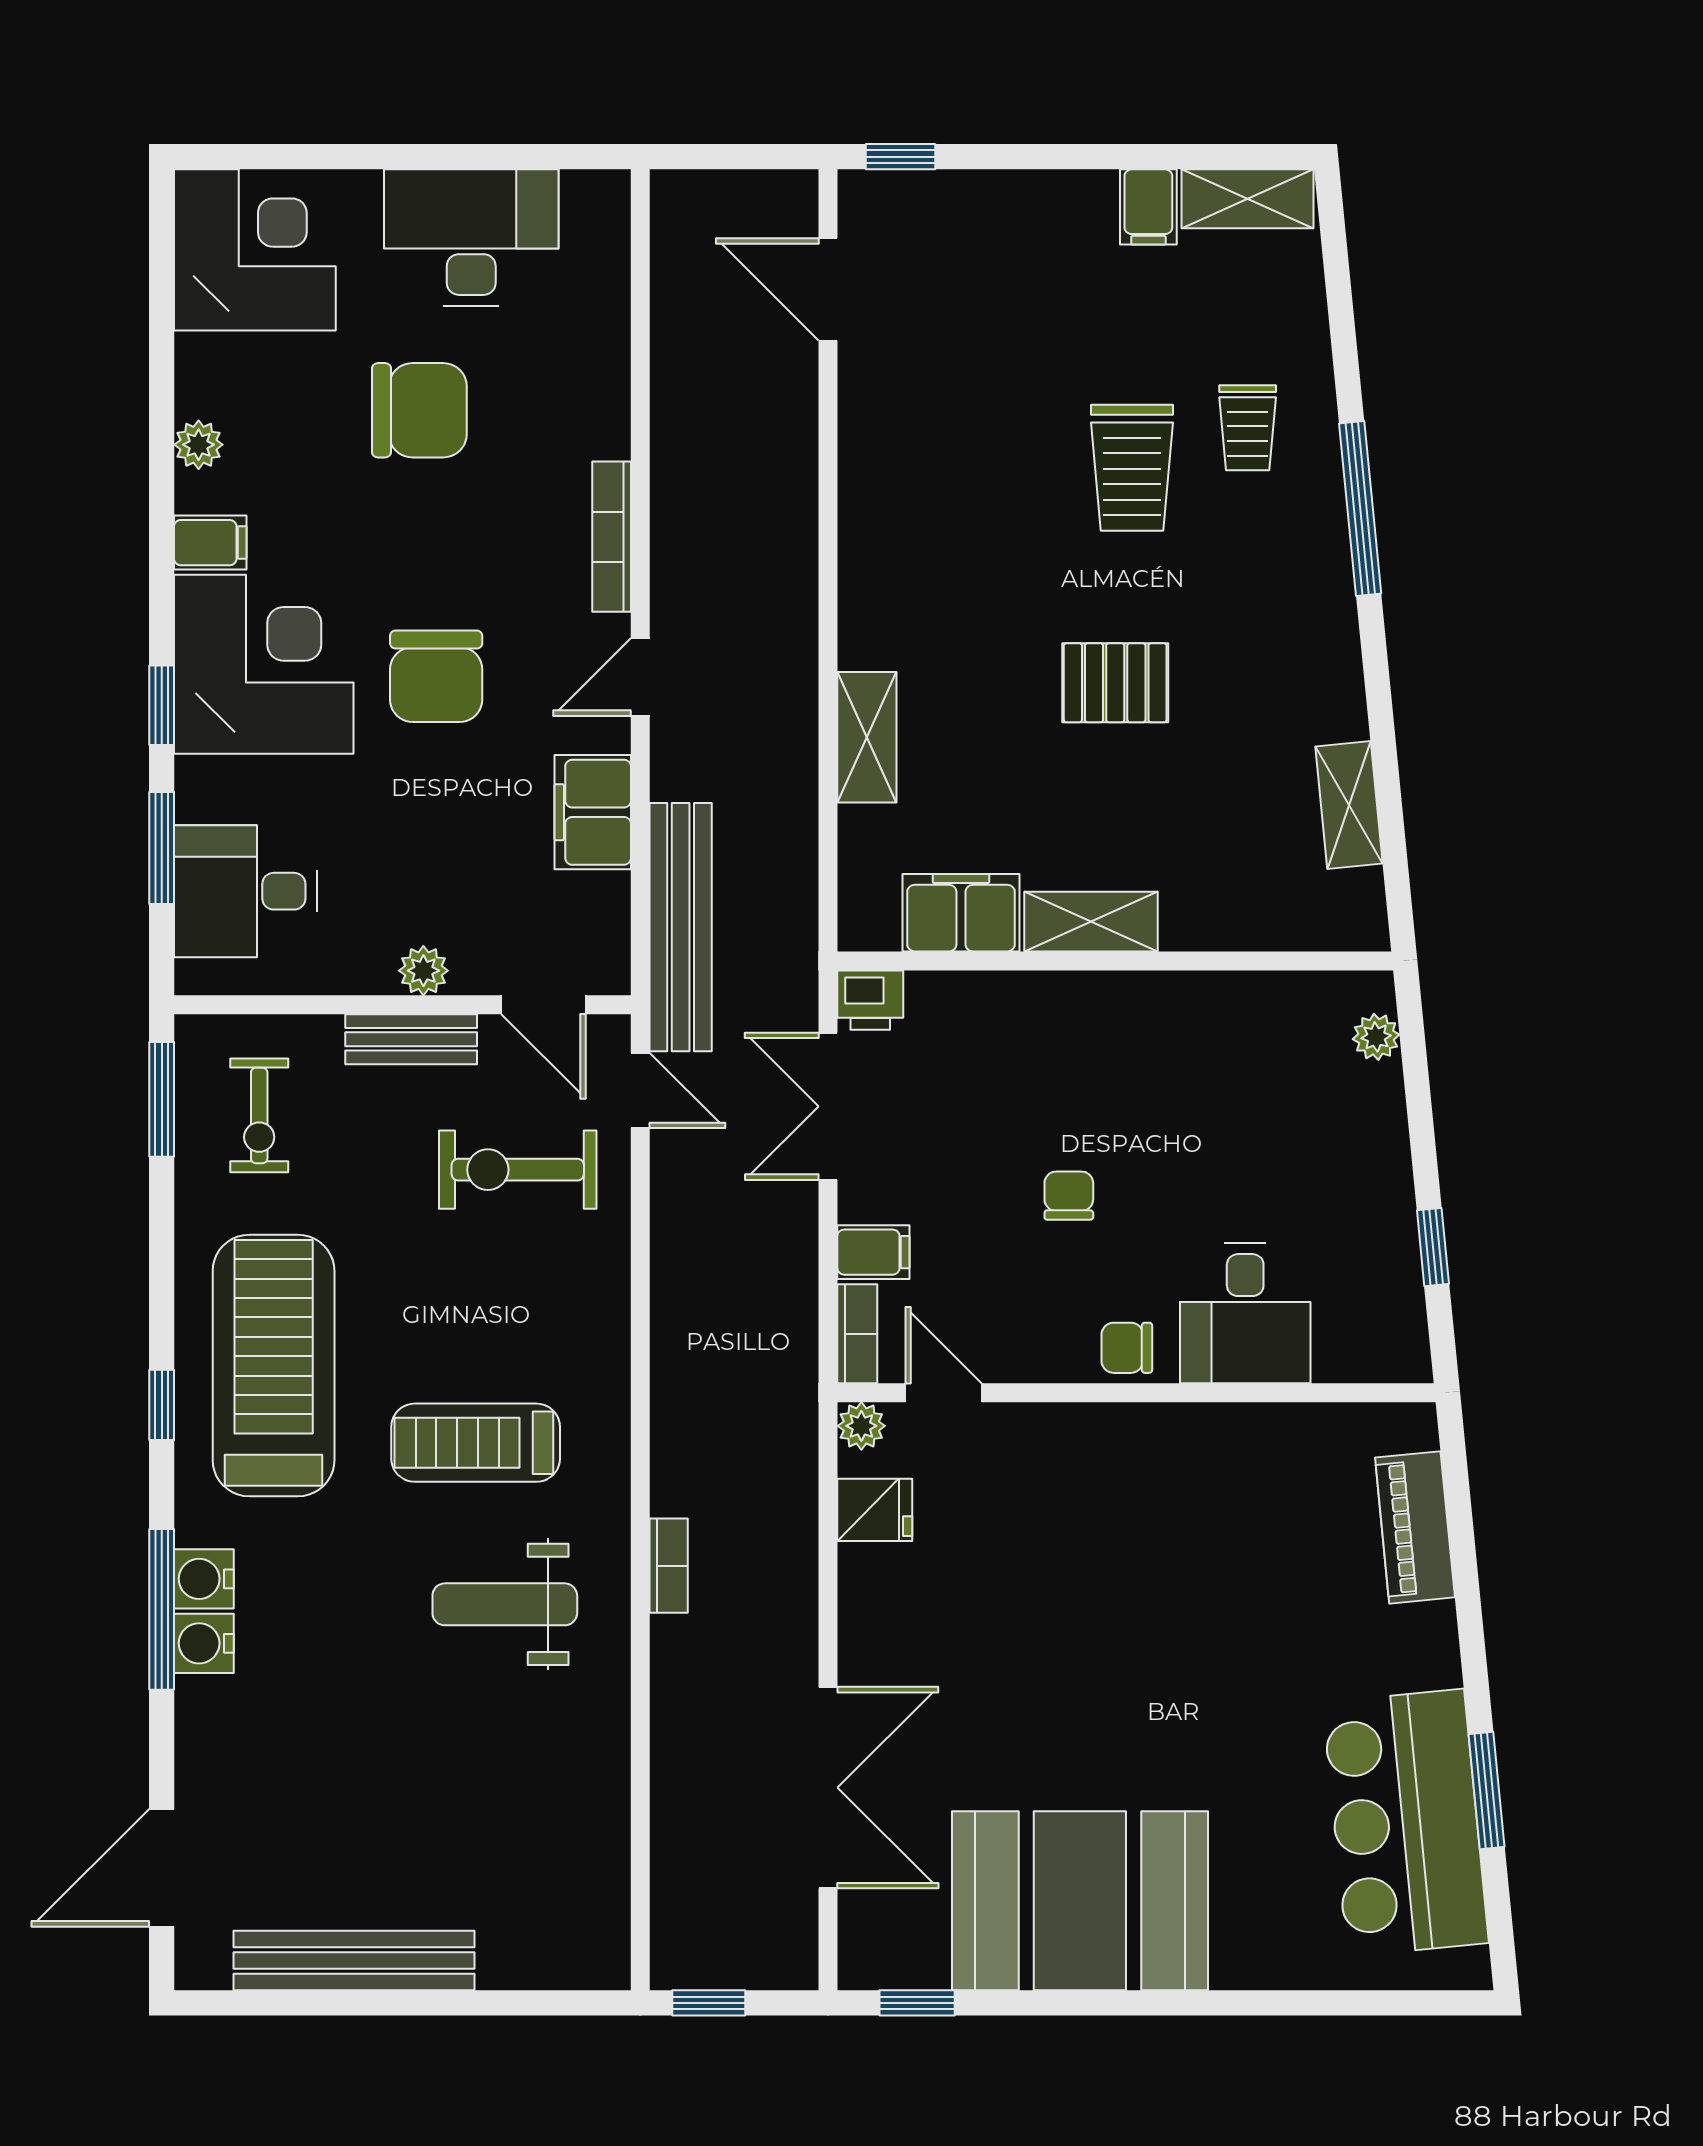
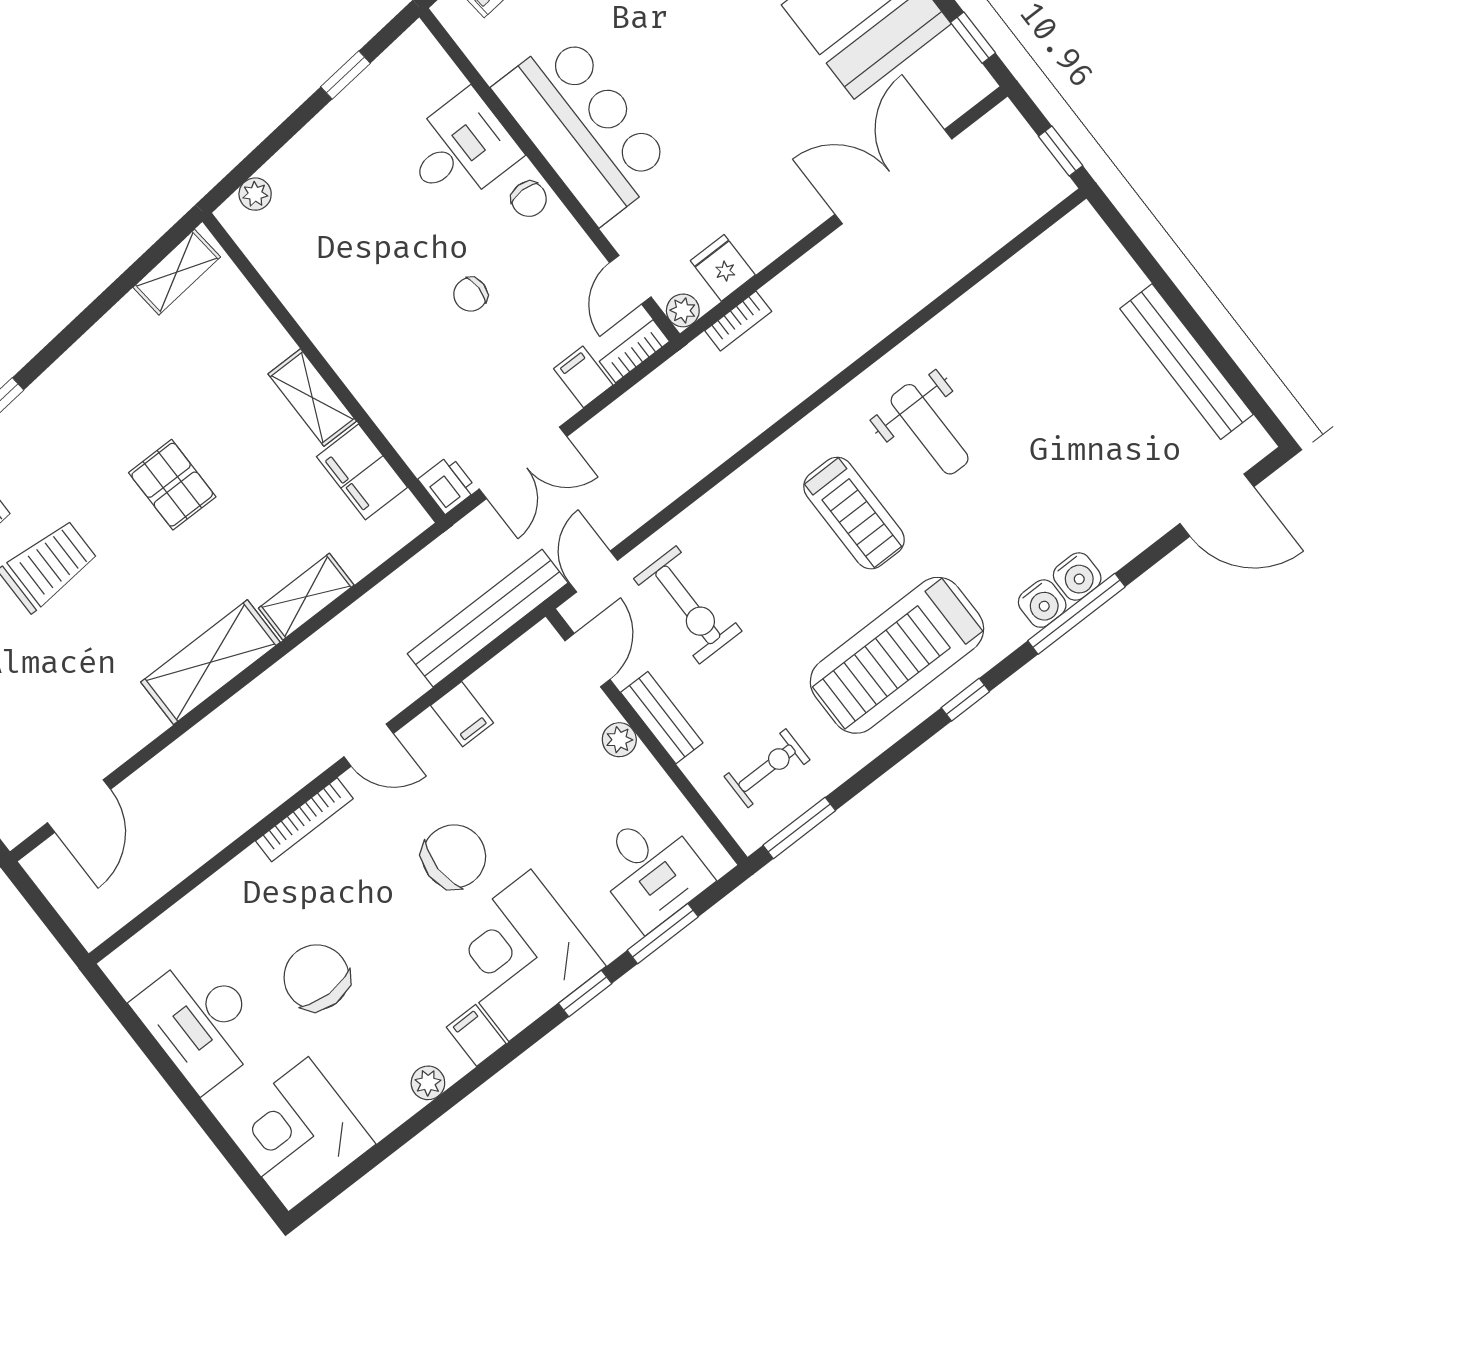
shelving: (877, 569) -> (210, 662), added
shelving: (1349, 805) -> (177, 272), moved
filing cabinet: (593, 812) -> (462, 714), width x0.50
bar counter: (1160, 1474) -> (583, 128), added
bookcase: (669, 1566) -> (738, 321), moved, turned 180

